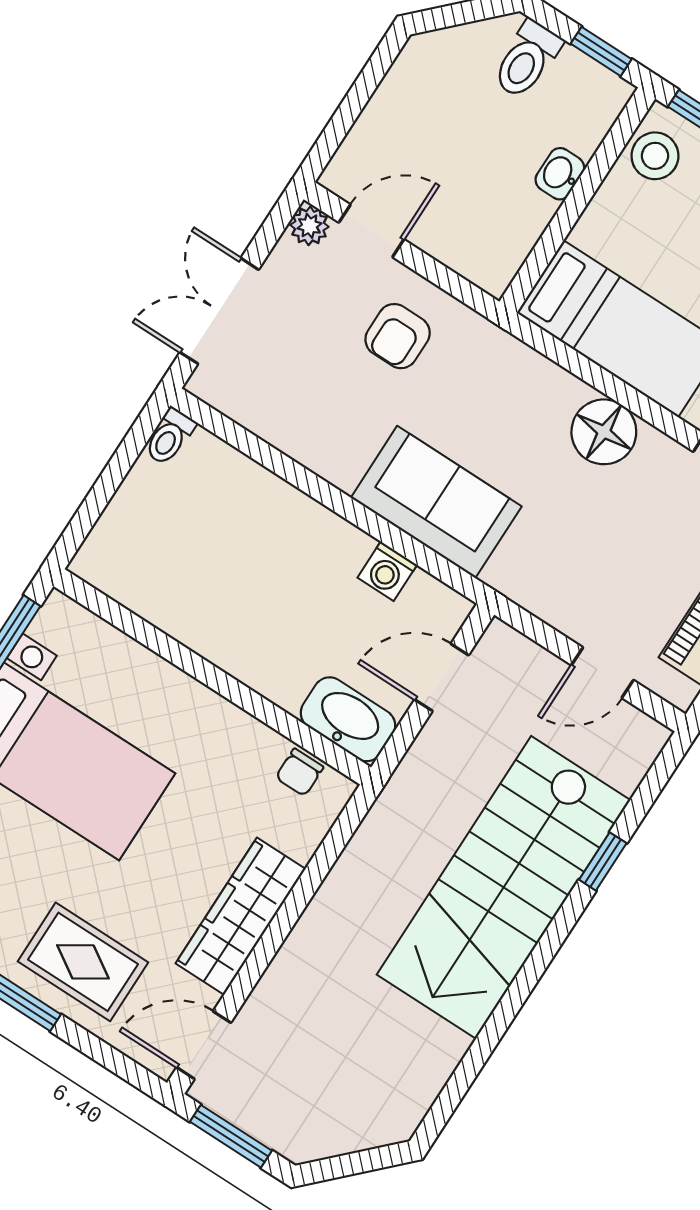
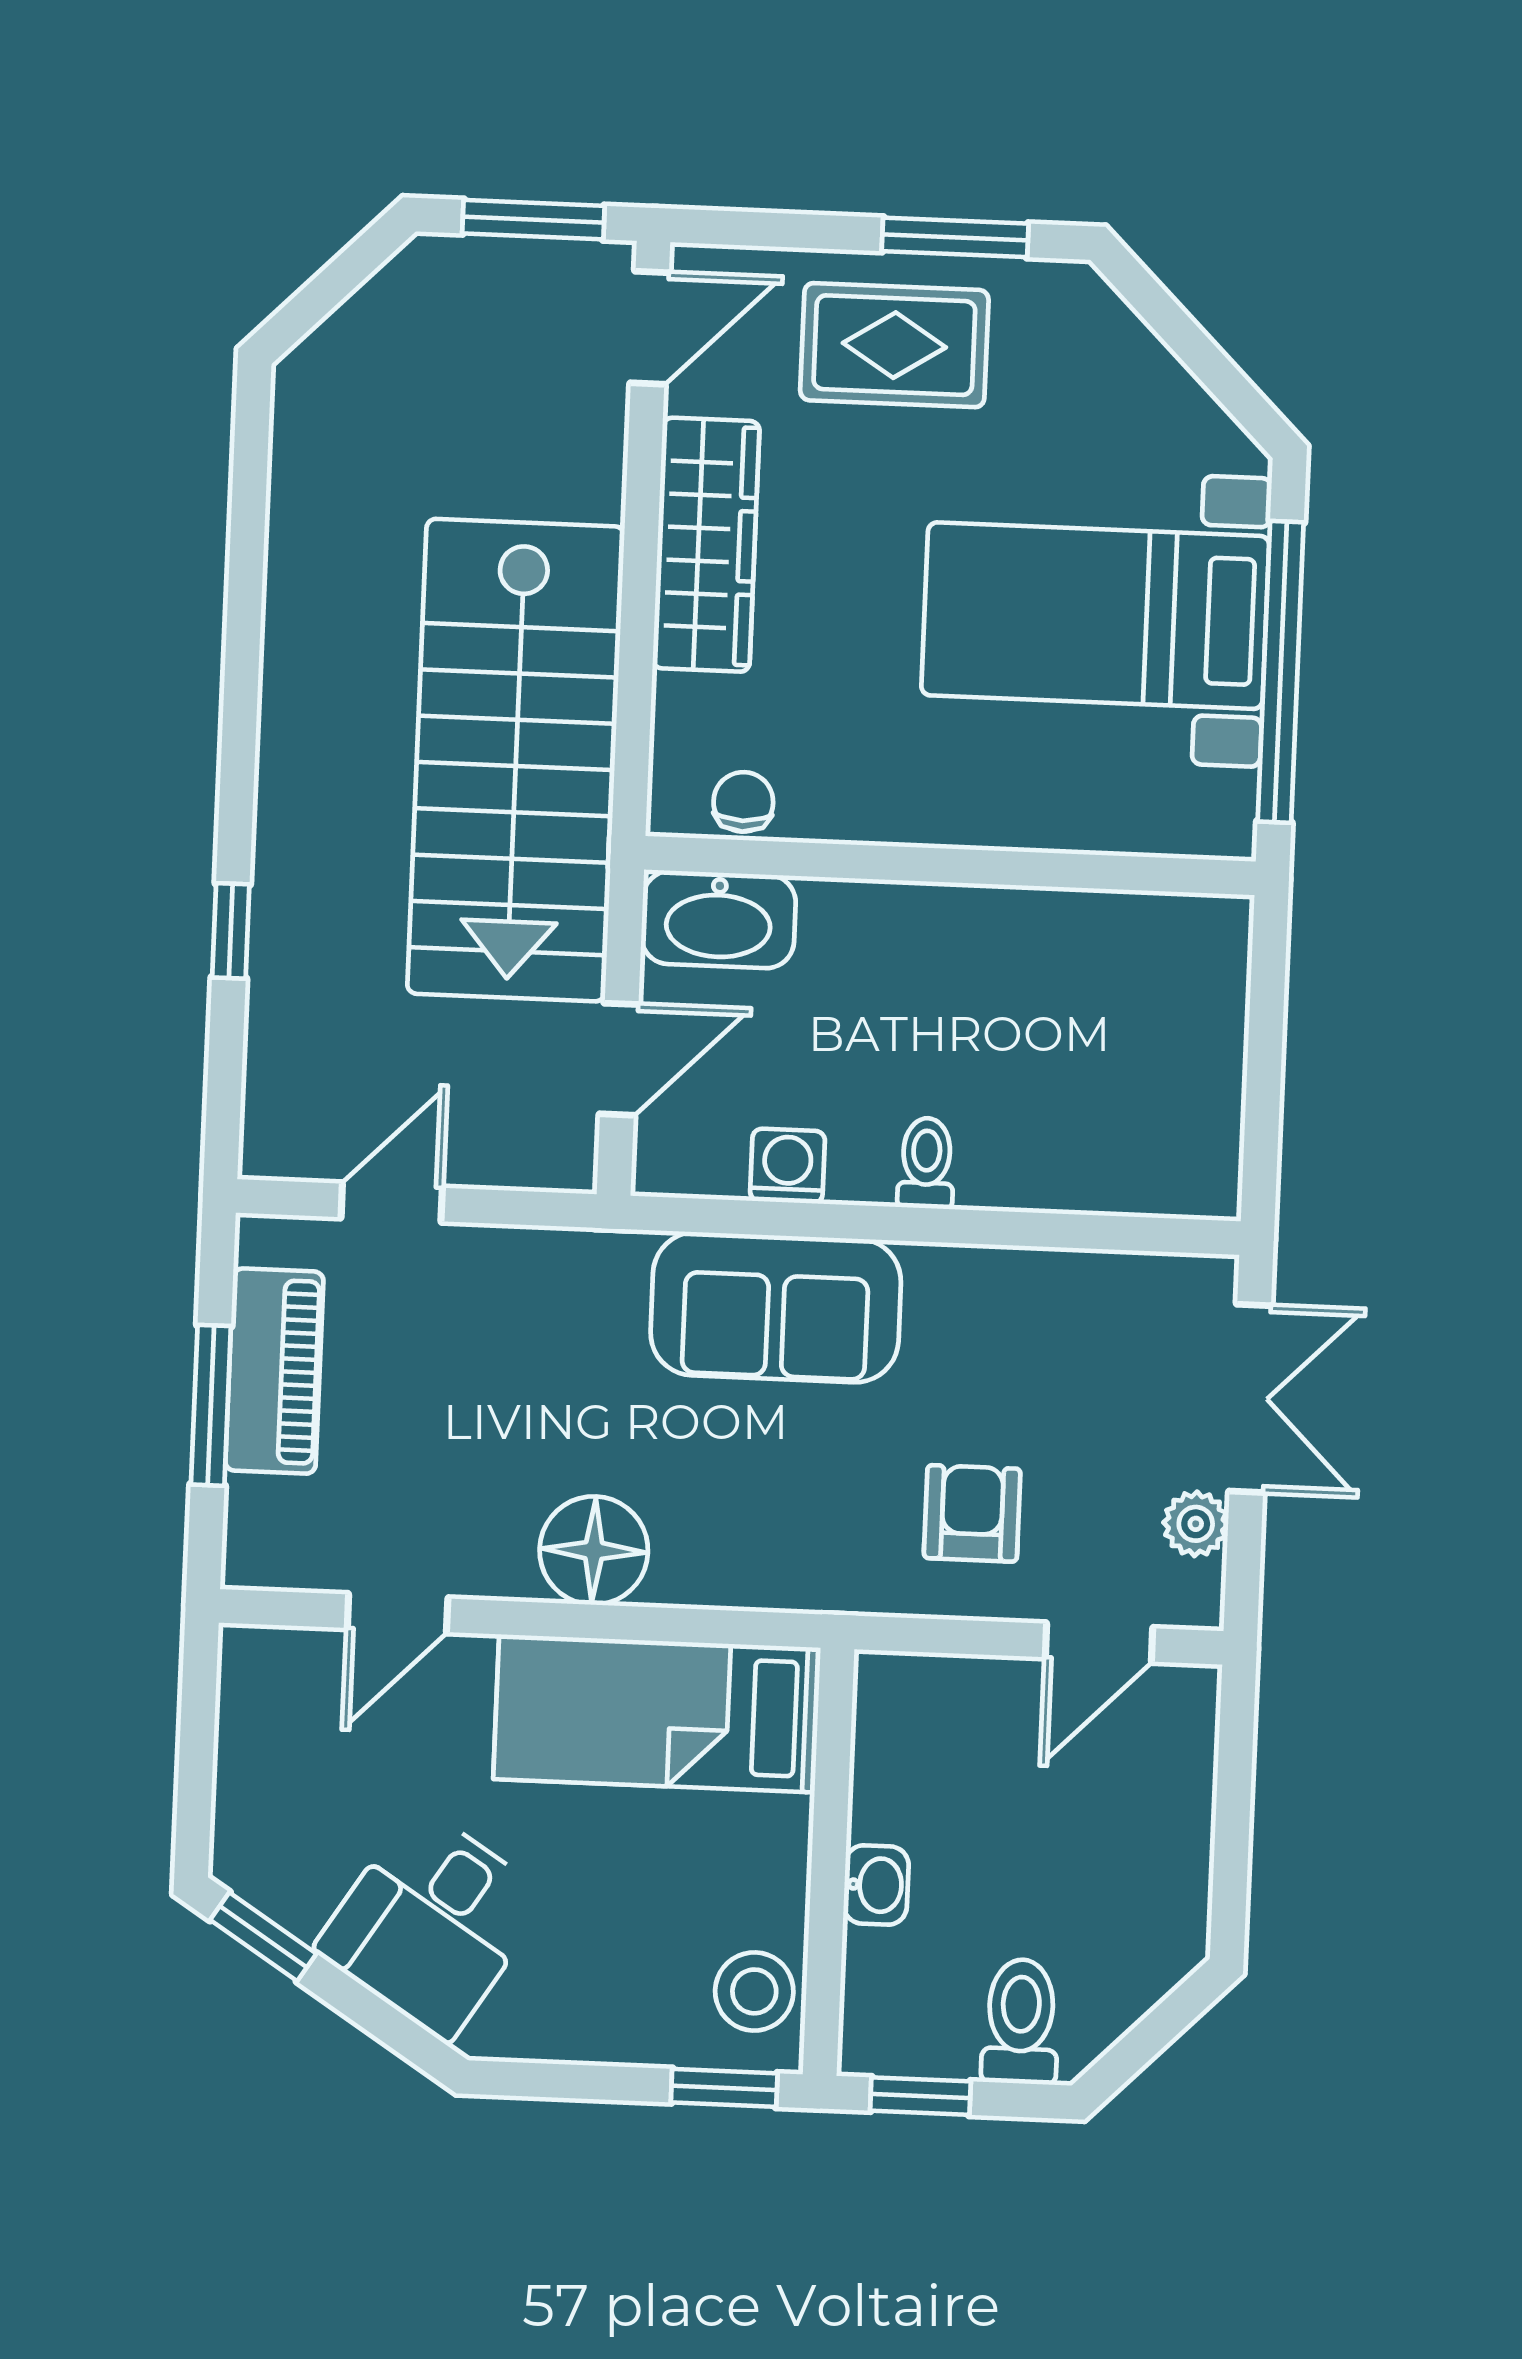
plant: (309, 226) -> (1196, 1524), moved
toilet: (170, 437) -> (926, 1163), moved
stairs: (504, 887) -> (516, 760), moved, turned 180

